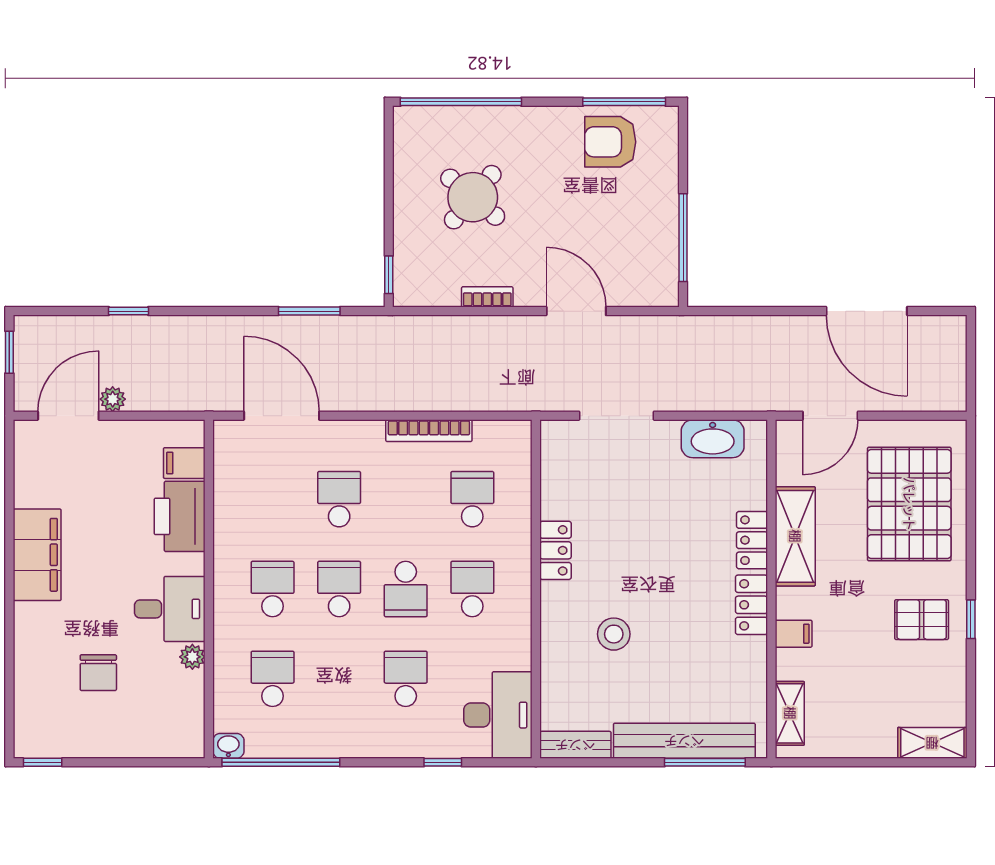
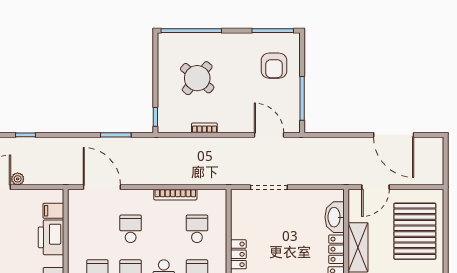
armchair: (610, 142) -> (274, 66), moved, turned -90
door: (576, 311) -> (269, 135), moved
washbasin: (713, 439) -> (335, 217), moved, turned 90

